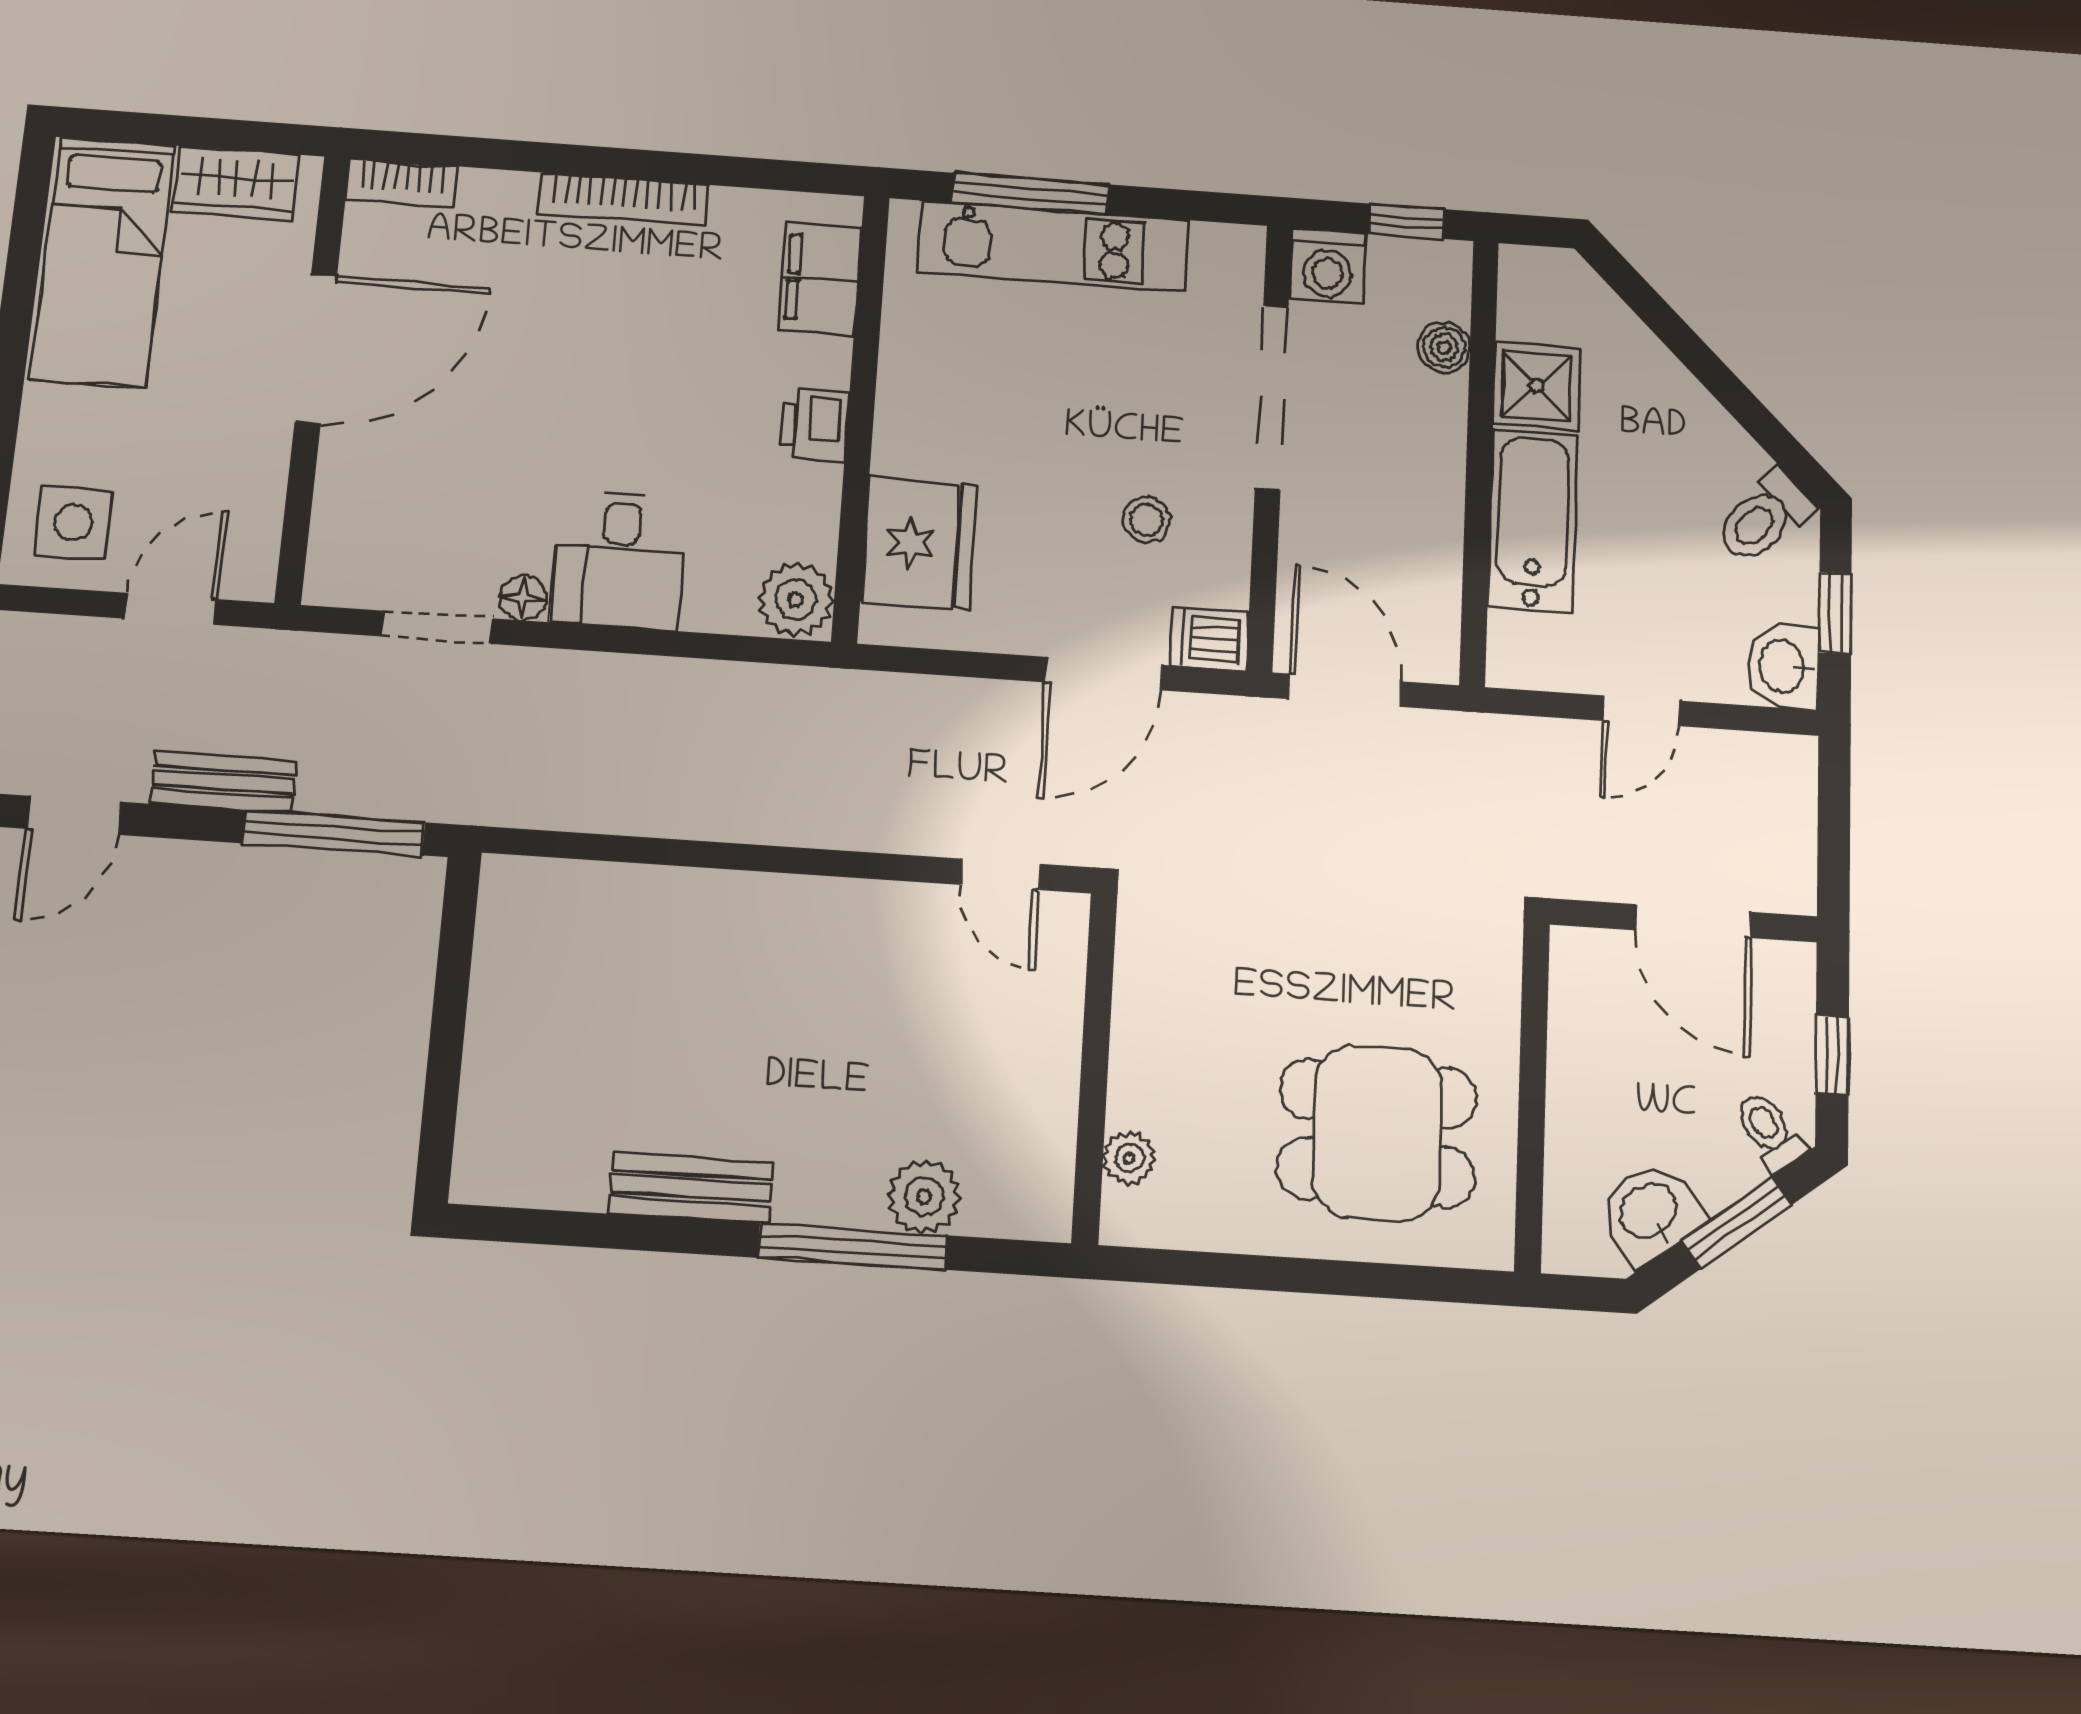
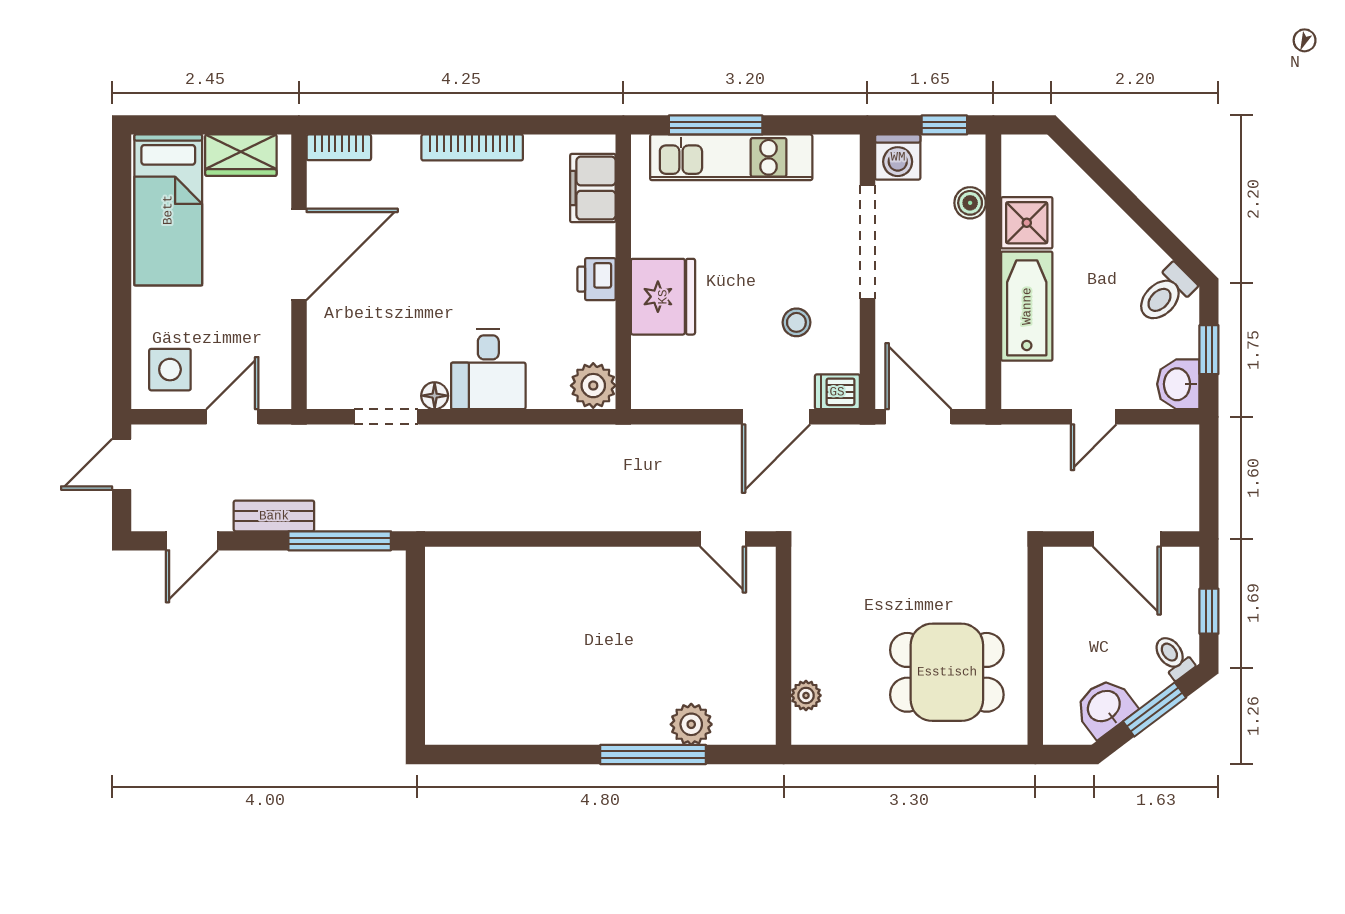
fridge: (919, 543) -> (663, 297), moved
bench: (691, 1188) -> (560, 728), removed

